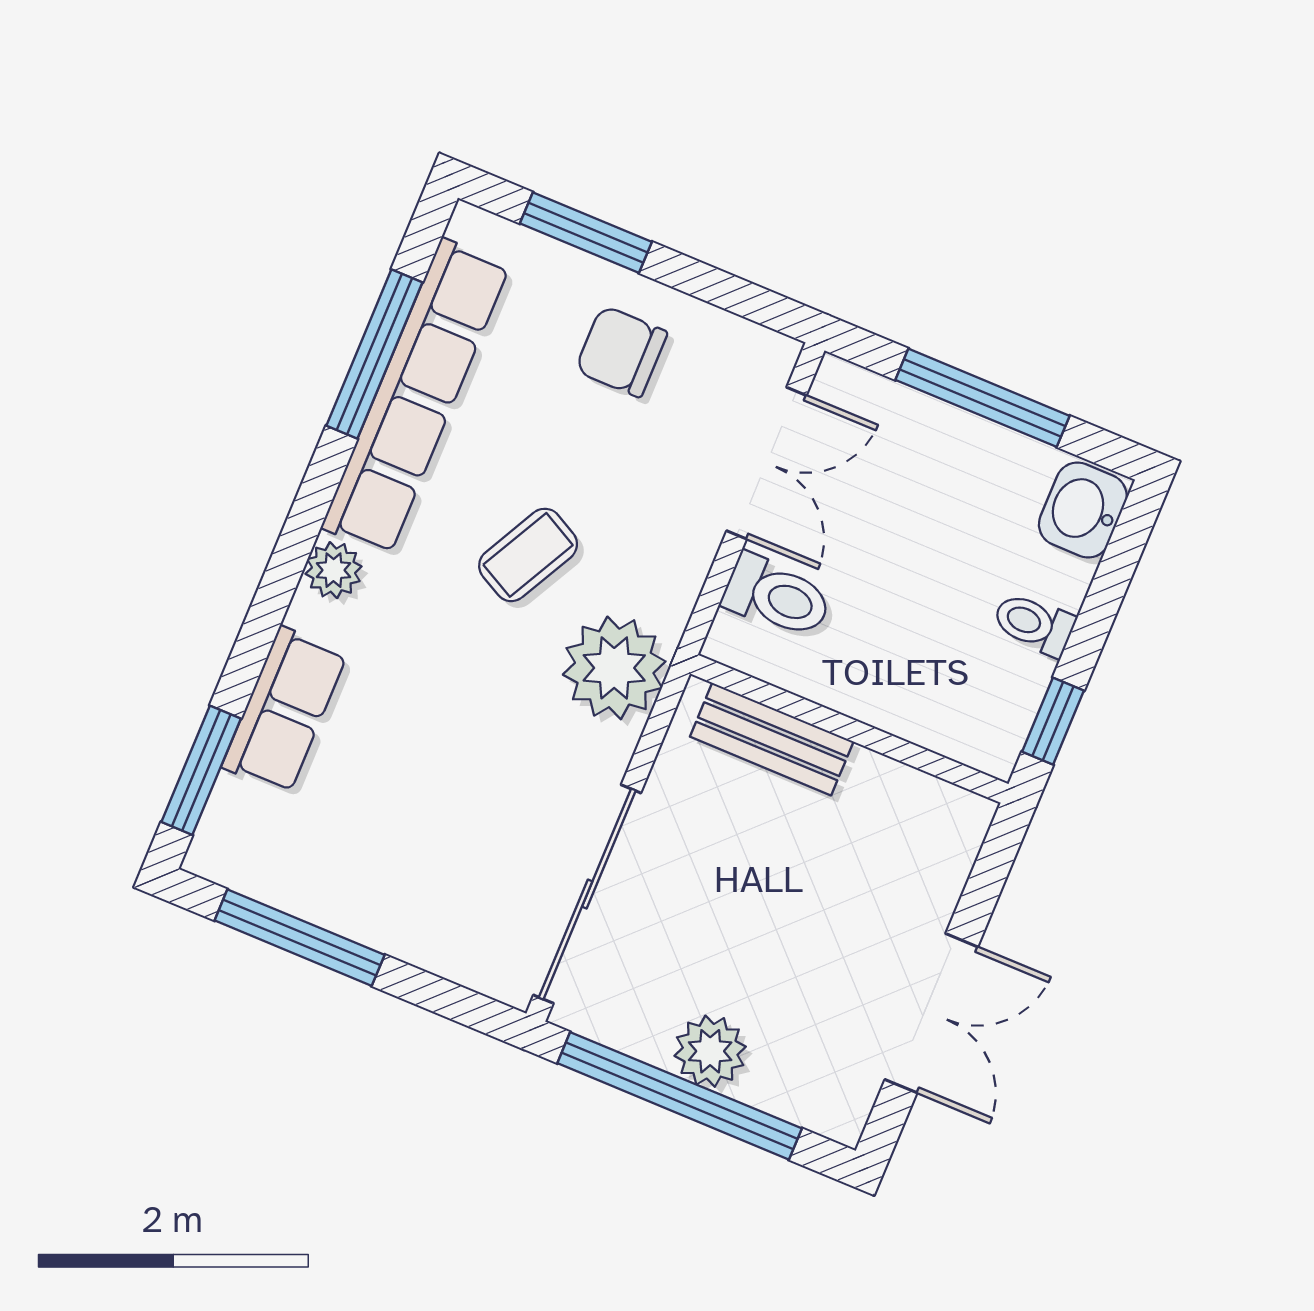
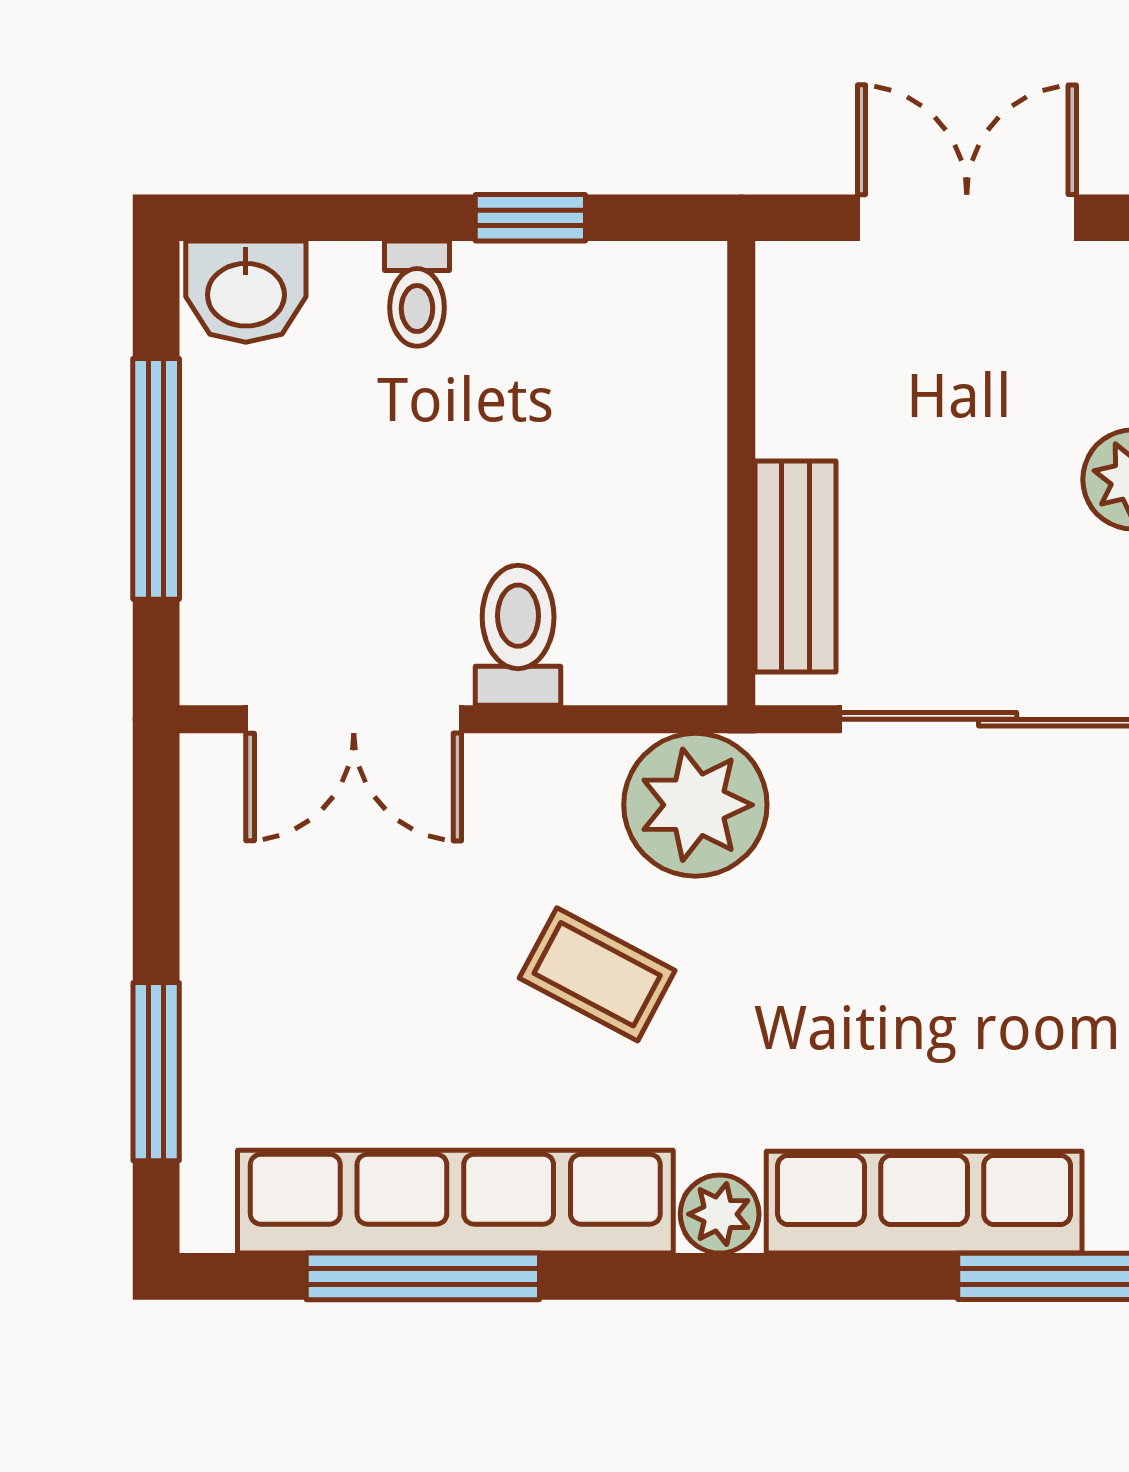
chair: (621, 351) -> (289, 964), removed
double door: (767, 463) -> (354, 719), swing flipped
row of seats: (284, 710) -> (924, 1202), width x1.48
wall: (849, 729) -> (741, 473), moved
bench: (772, 739) -> (796, 566), moved

